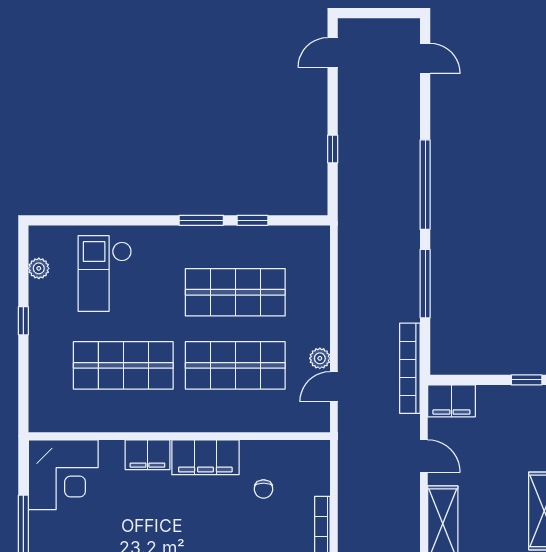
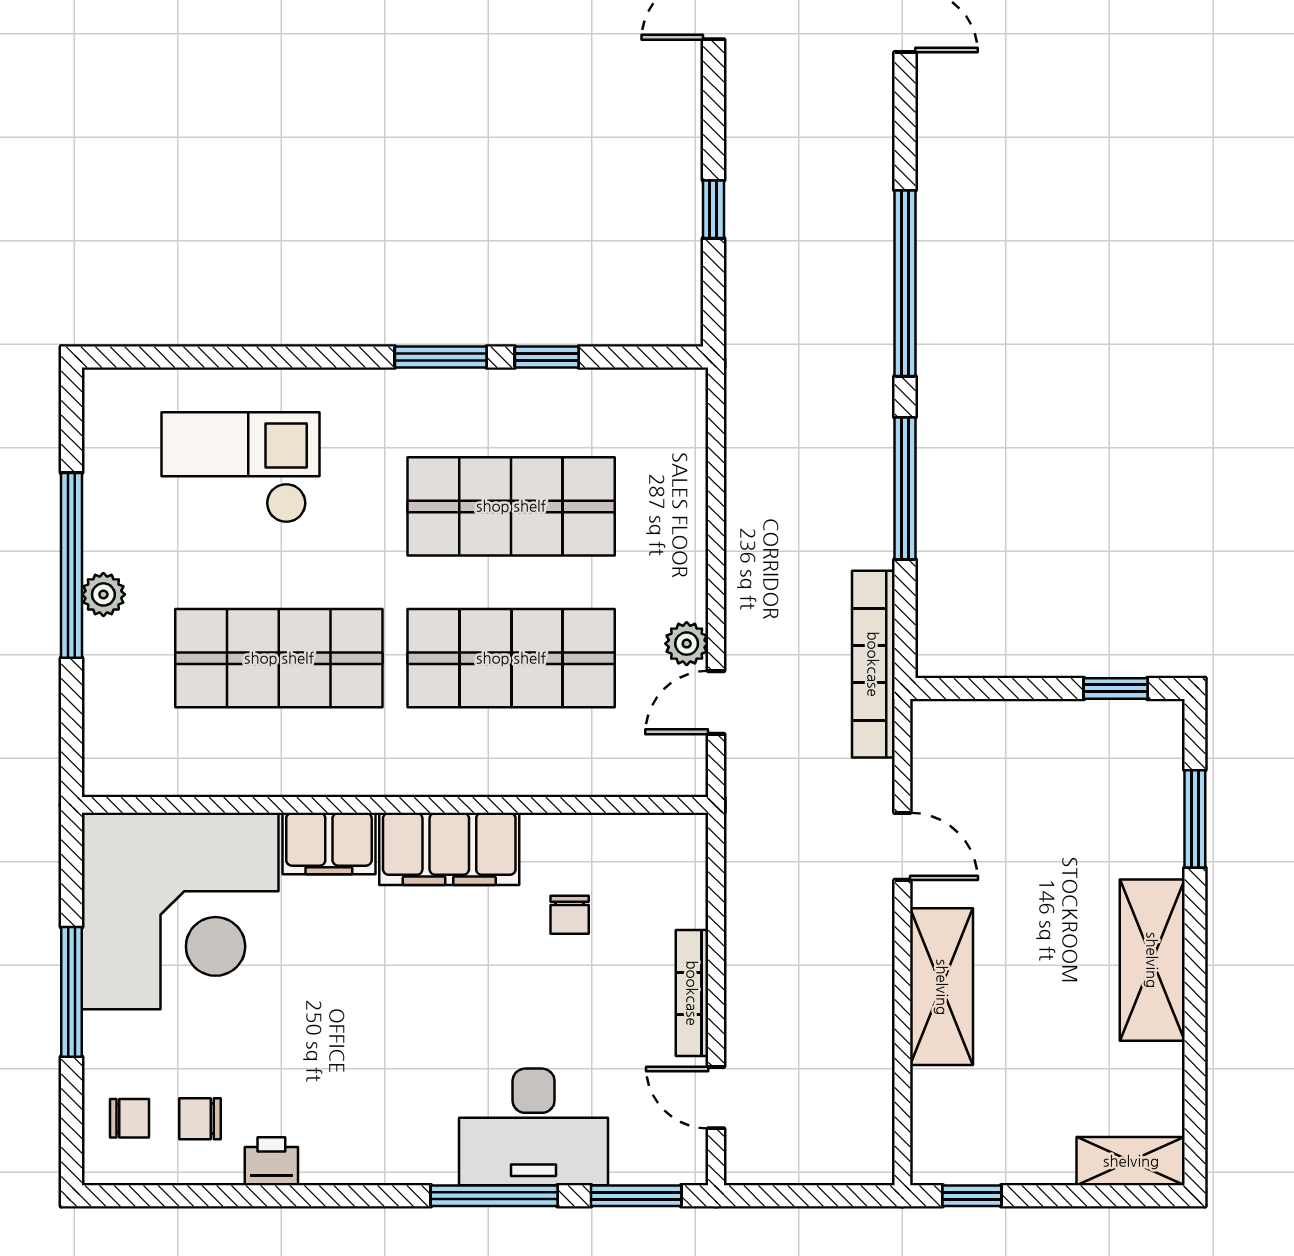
plant: (39, 268) -> (103, 594), moved
checkout: (105, 274) -> (241, 468), turned 90
window: (23, 321) -> (71, 565), width x3.17
filing cabinet: (451, 401) -> (960, 732), removed
corner desk: (63, 475) -> (180, 911), width x1.36, depth x1.36

